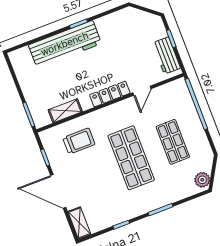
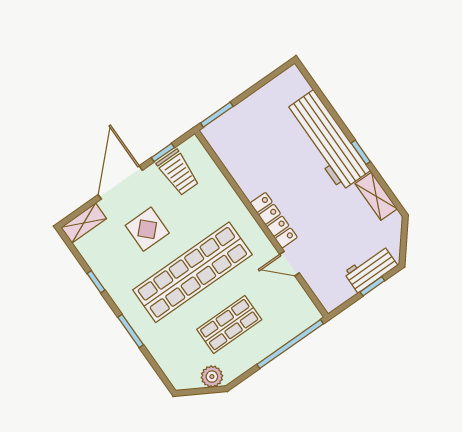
workbench: (166, 56) -> (371, 269), moved
shelving: (65, 111) -> (376, 196), moved
trolley: (79, 141) -> (178, 173), moved
shop shelf: (131, 158) -> (192, 272), width x1.40
plant: (202, 180) -> (212, 377), moved
display table: (94, 181) -> (147, 229), added

